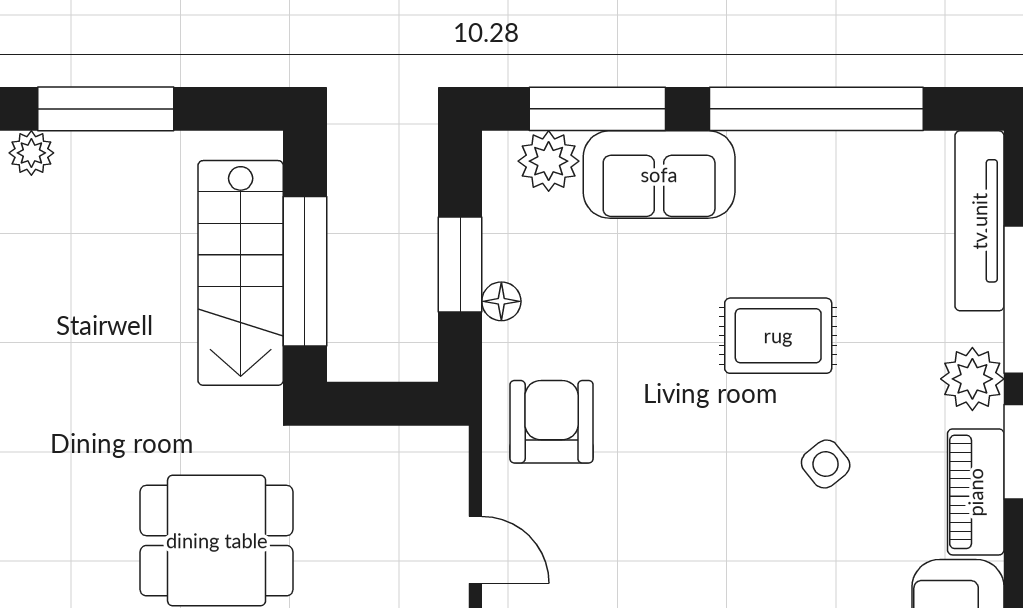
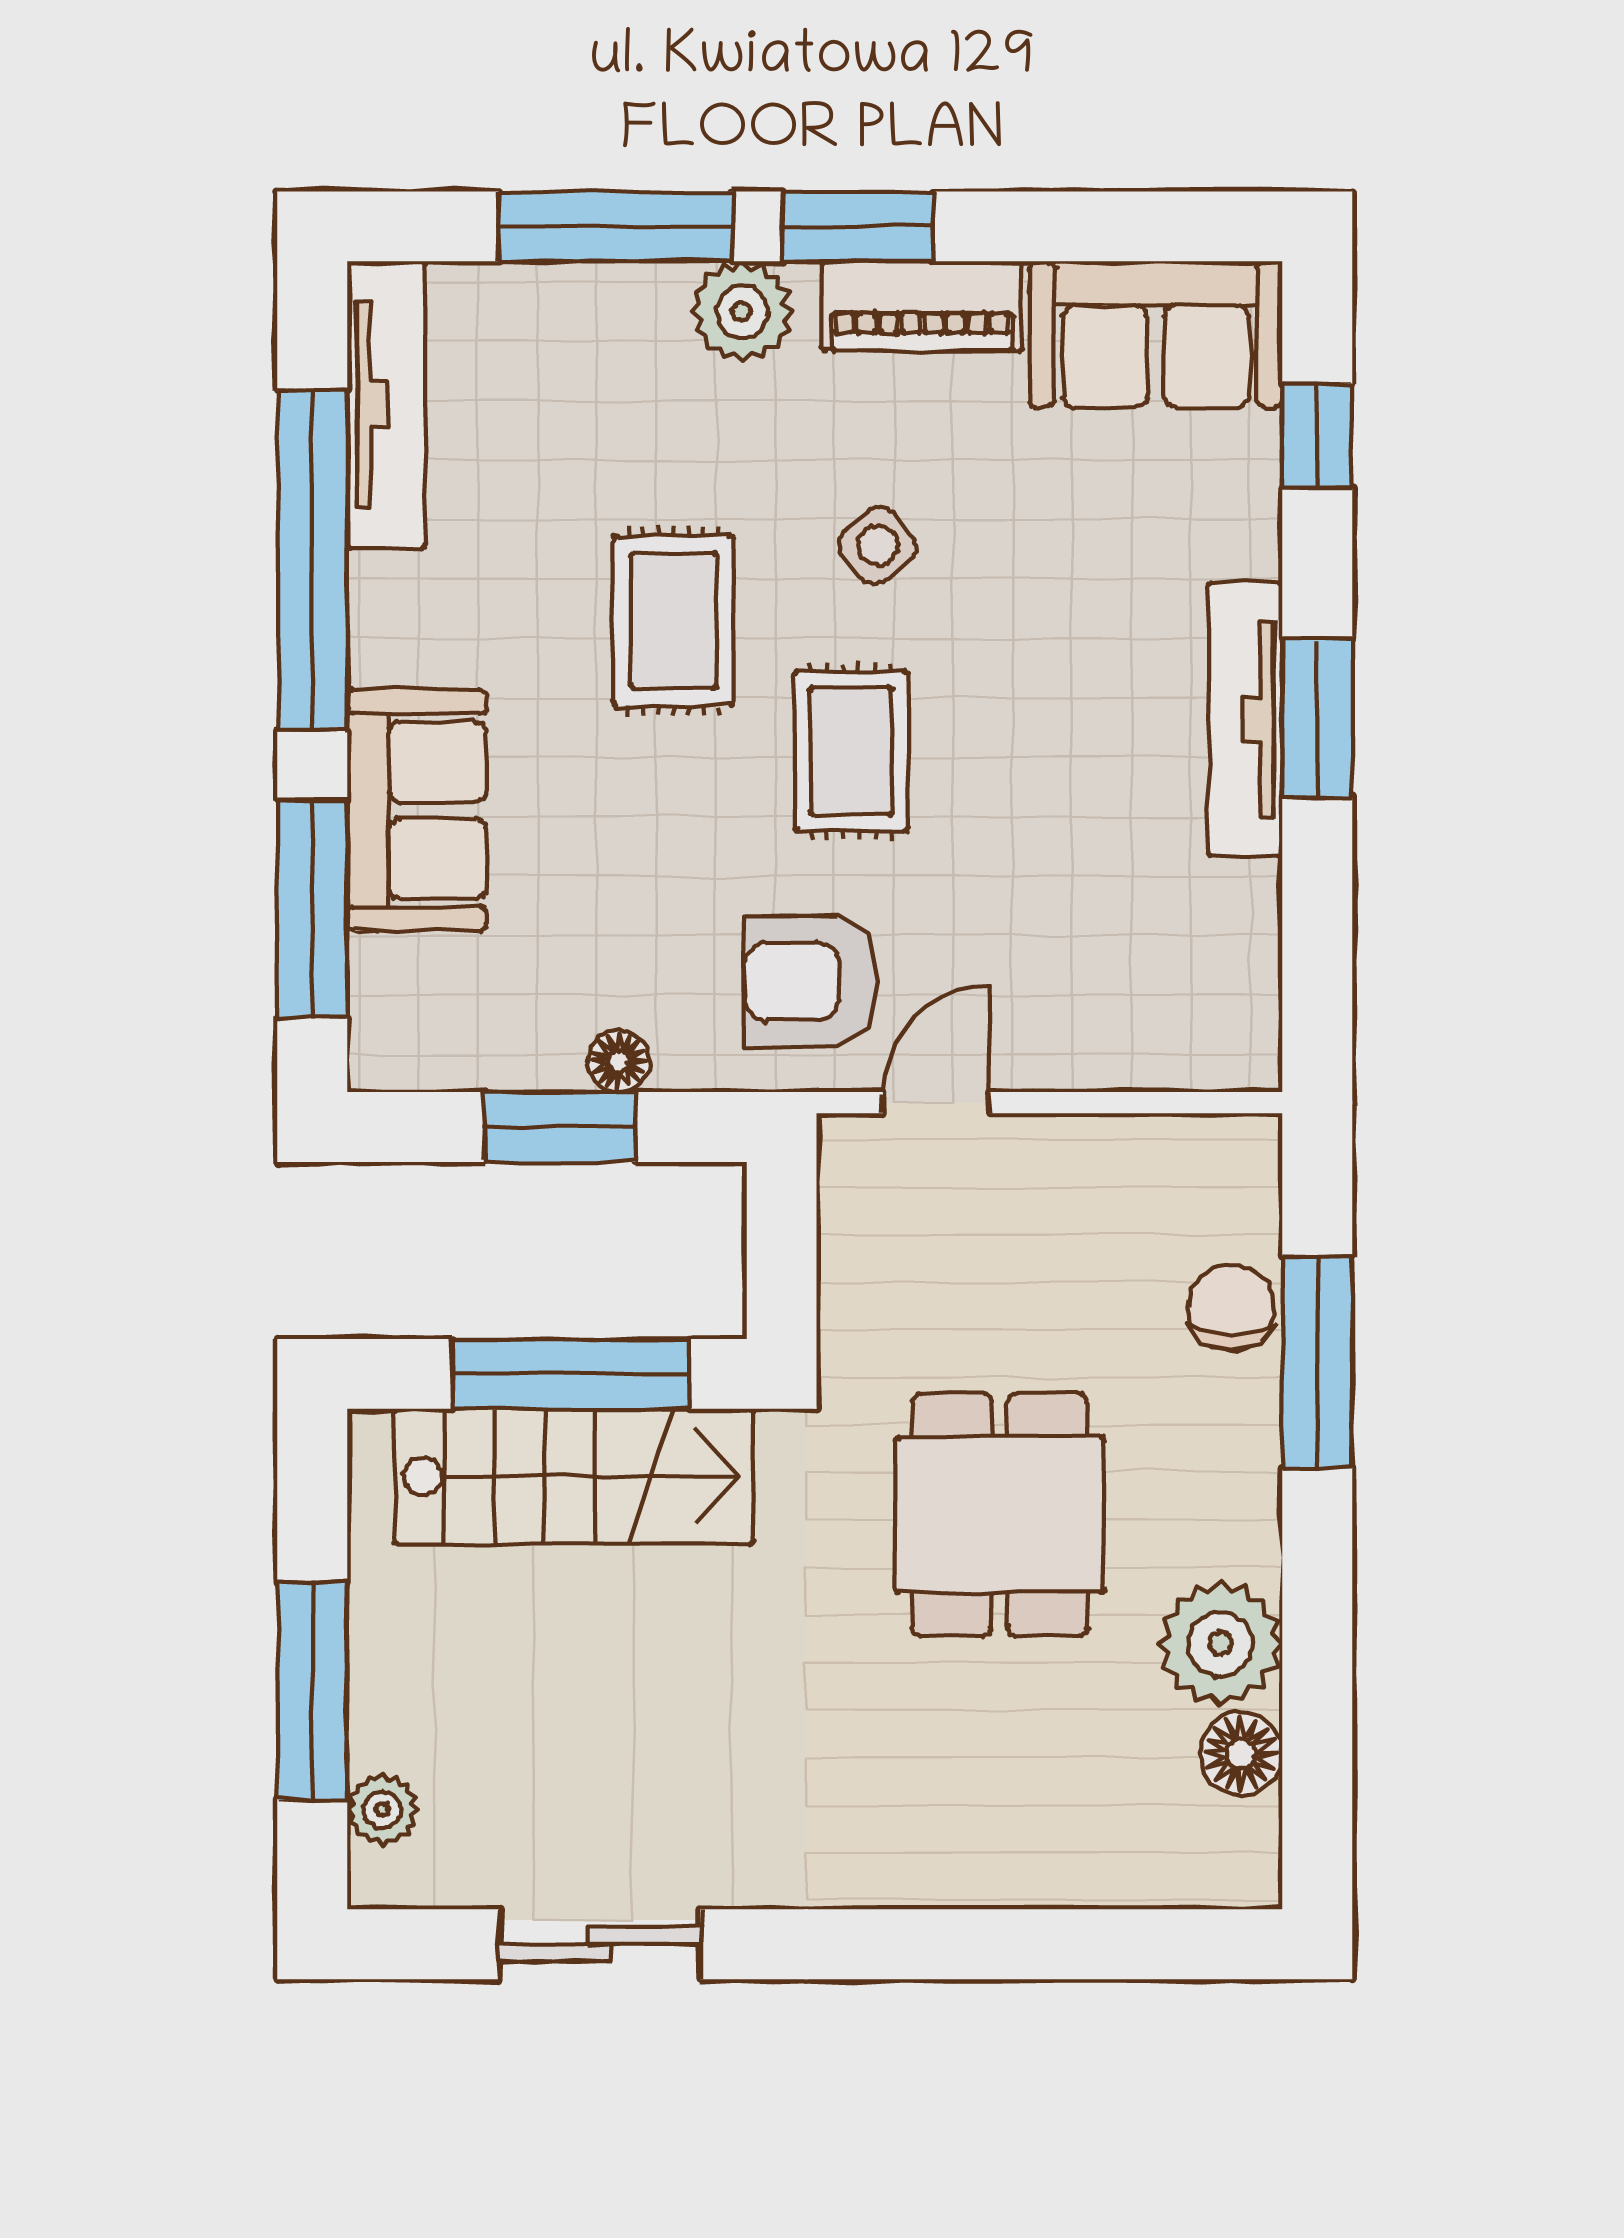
plant: (549, 161) -> (395, 986), removed
tv unit: (980, 221) -> (386, 405), moved, turned -90
rug: (696, 447) -> (851, 751), added
door: (475, 550) -> (936, 1103), moved

